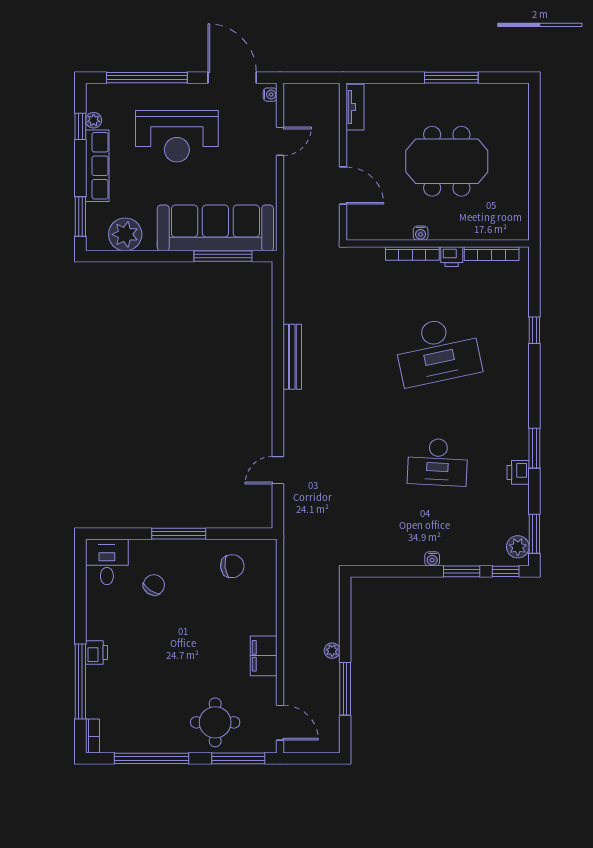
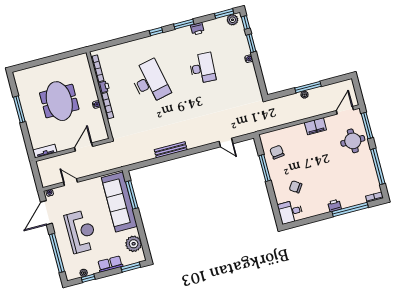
row of seats: (97, 166) -> (110, 264), width x0.68
window: (534, 330) -> (156, 31), moved
window: (179, 534) -> (265, 168), moved
window: (345, 689) -> (308, 87), moved

